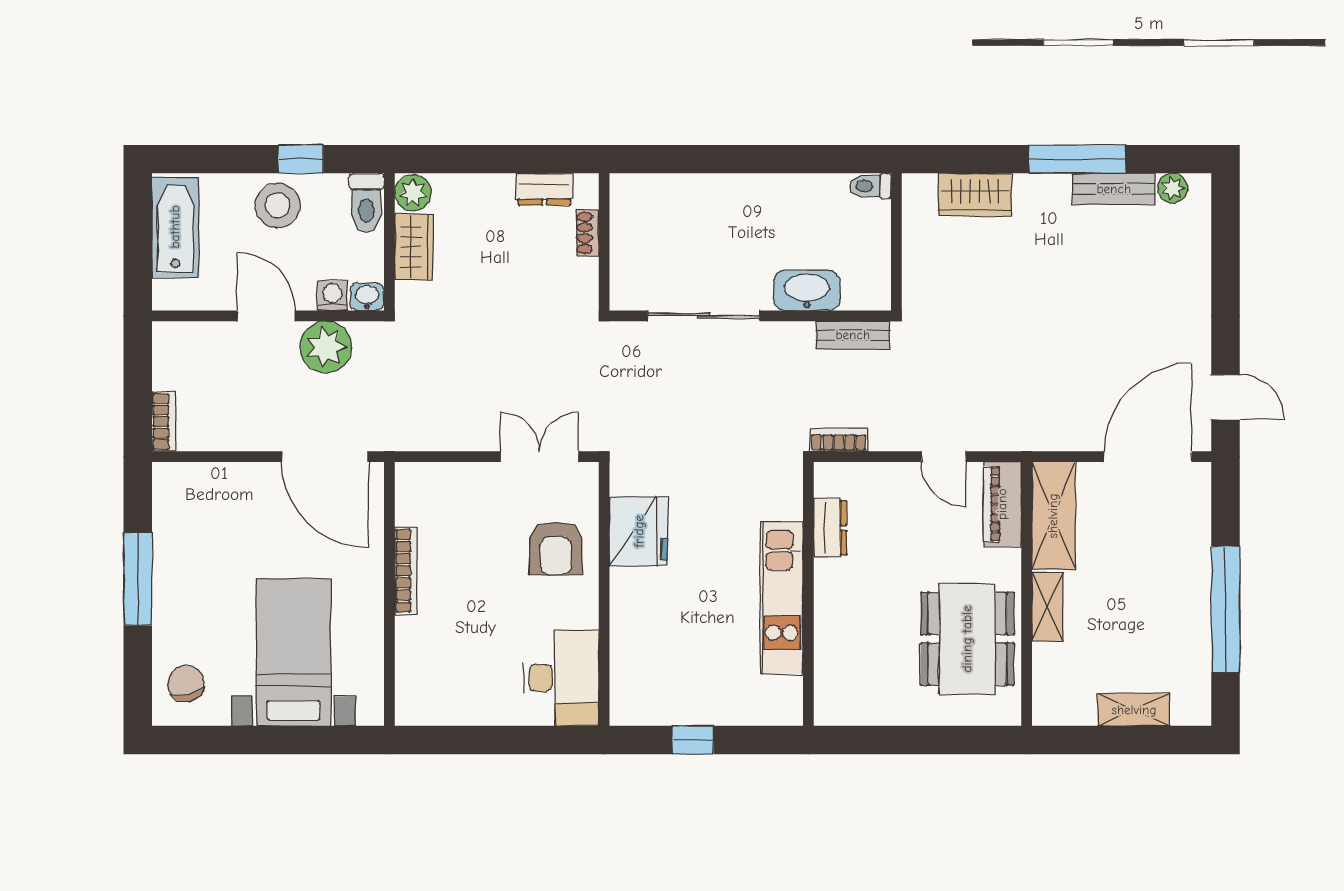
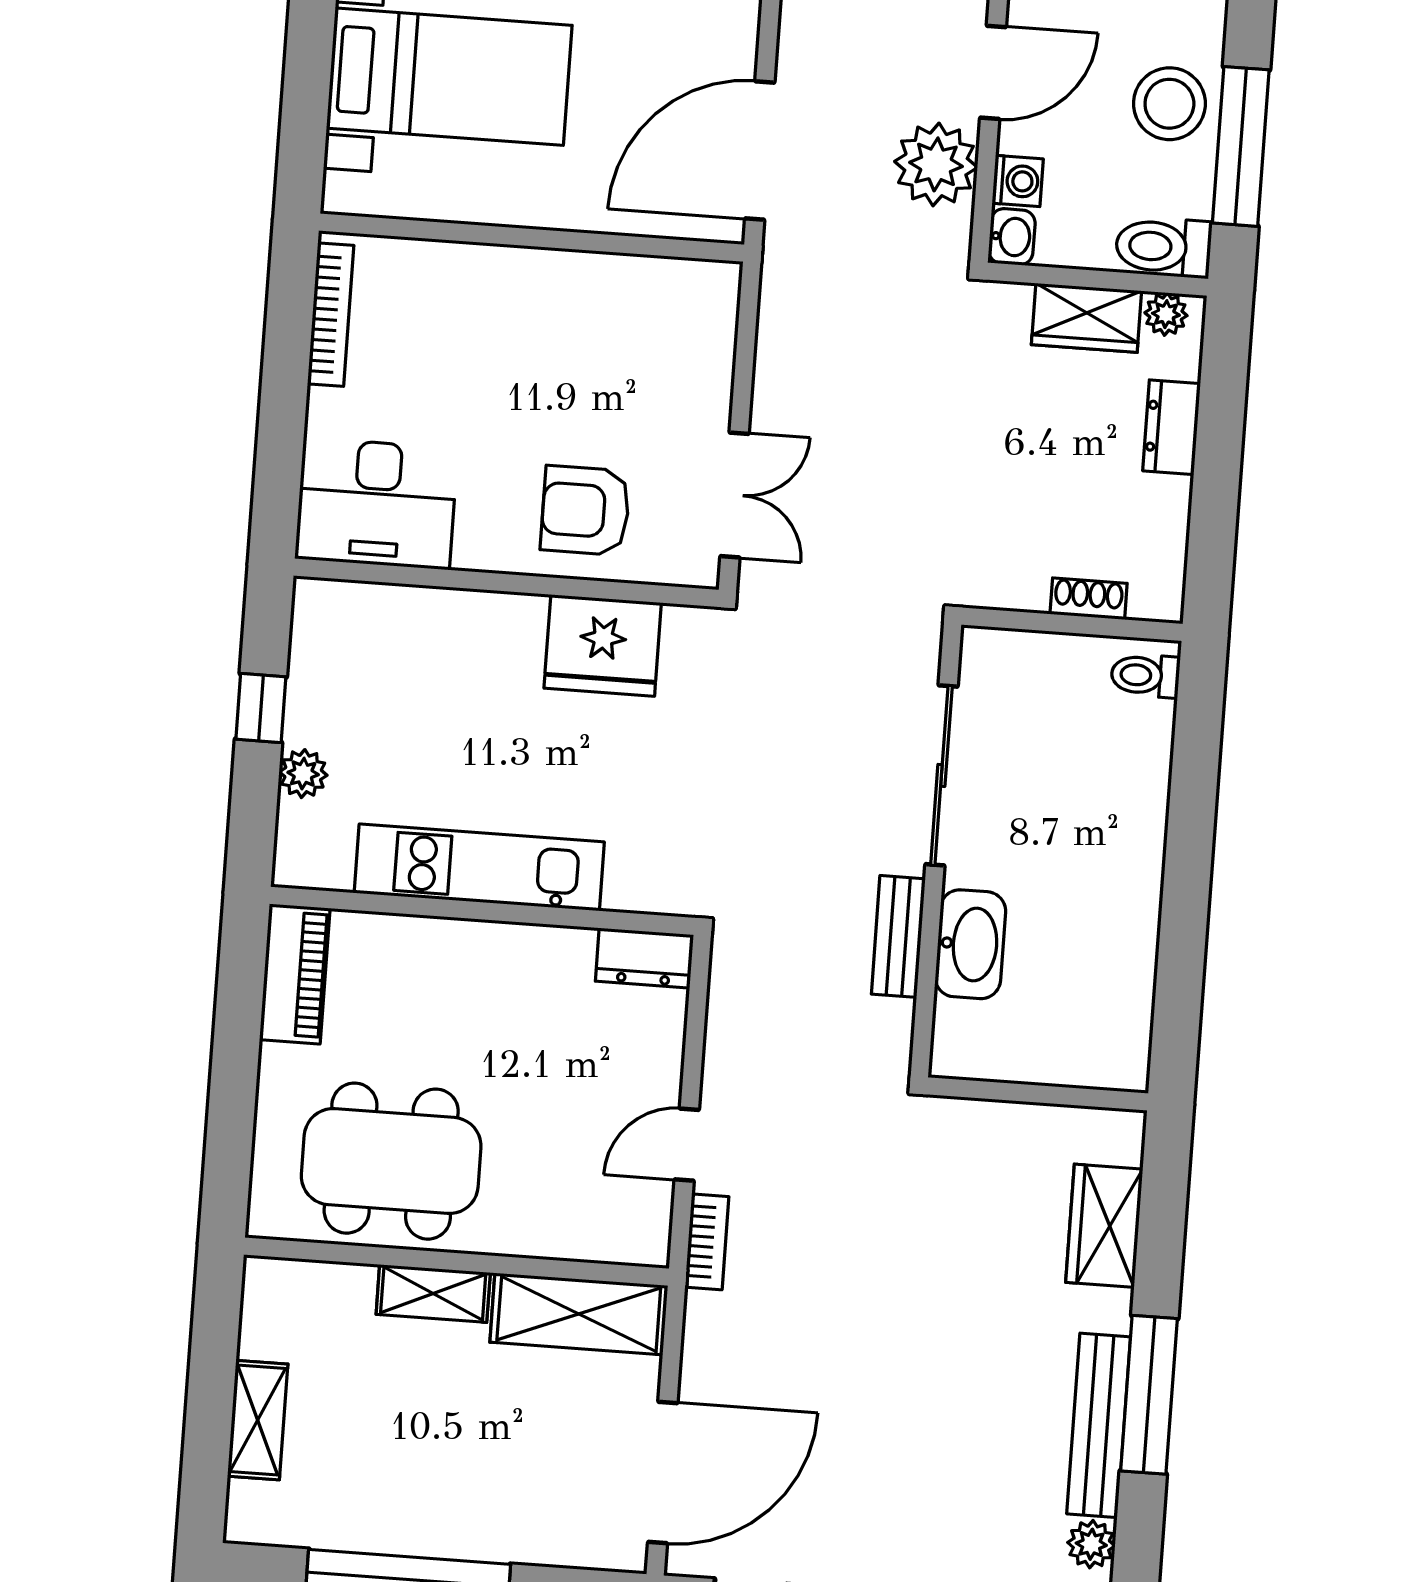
window: (301, 159) -> (1241, 146), width x2.17
toilet: (870, 186) -> (1145, 675), moved, turned -90
dresser: (545, 189) -> (1172, 427), moved
bench: (1114, 189) -> (1099, 1425), width x1.36
plant: (413, 193) -> (1166, 314), width x0.73, depth x0.73
bench: (853, 335) -> (898, 936), moved
bookcase: (839, 440) -> (707, 1242), moved
door: (1148, 457) -> (663, 1473), hinge flipped
piano: (1002, 504) -> (295, 974), moved, turned 90
dresser: (830, 528) -> (644, 958), moved
bookcase: (406, 571) -> (331, 315), moved, turned -90
plant: (731, 711) -> (303, 774), added

